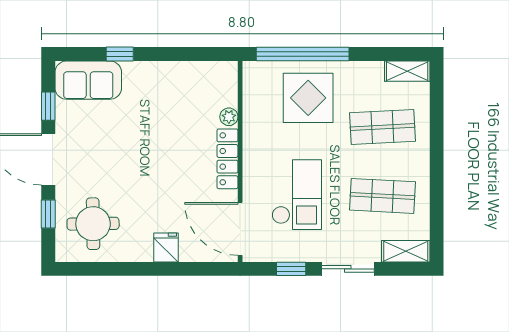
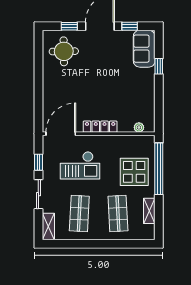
shelving: (407, 71) -> (149, 211), moved
plant: (229, 117) -> (139, 127), moved
fridge: (166, 247) -> (50, 92), removed

